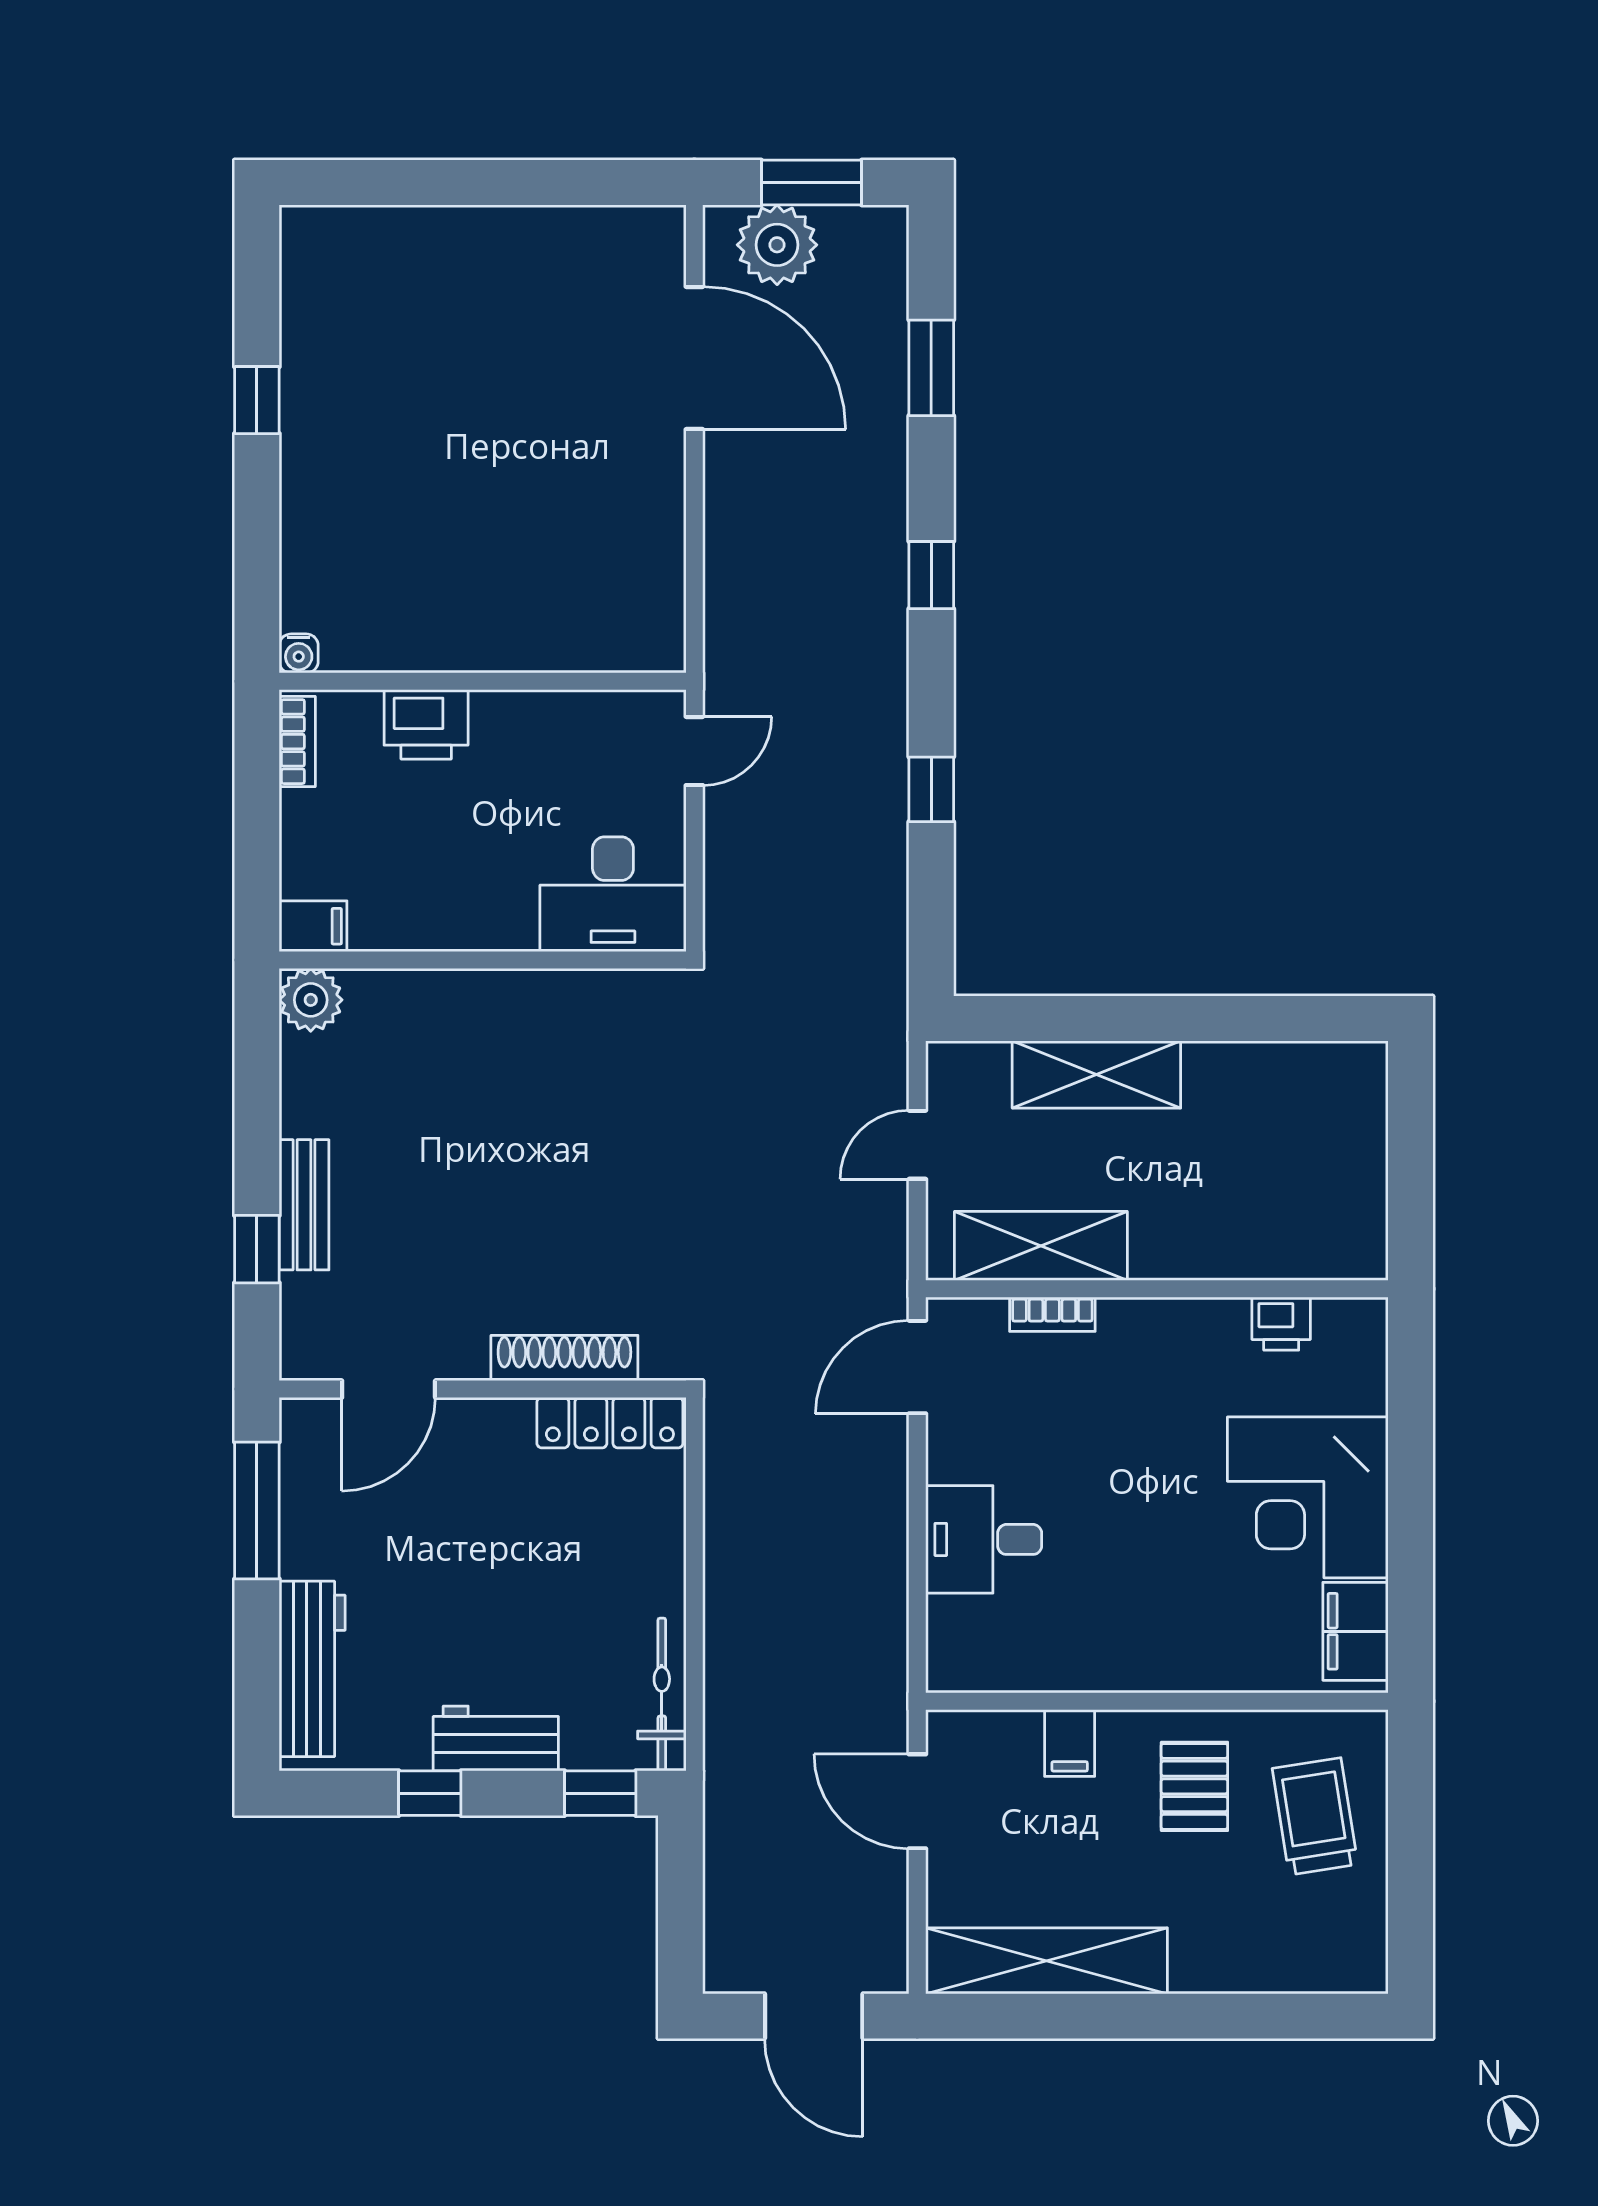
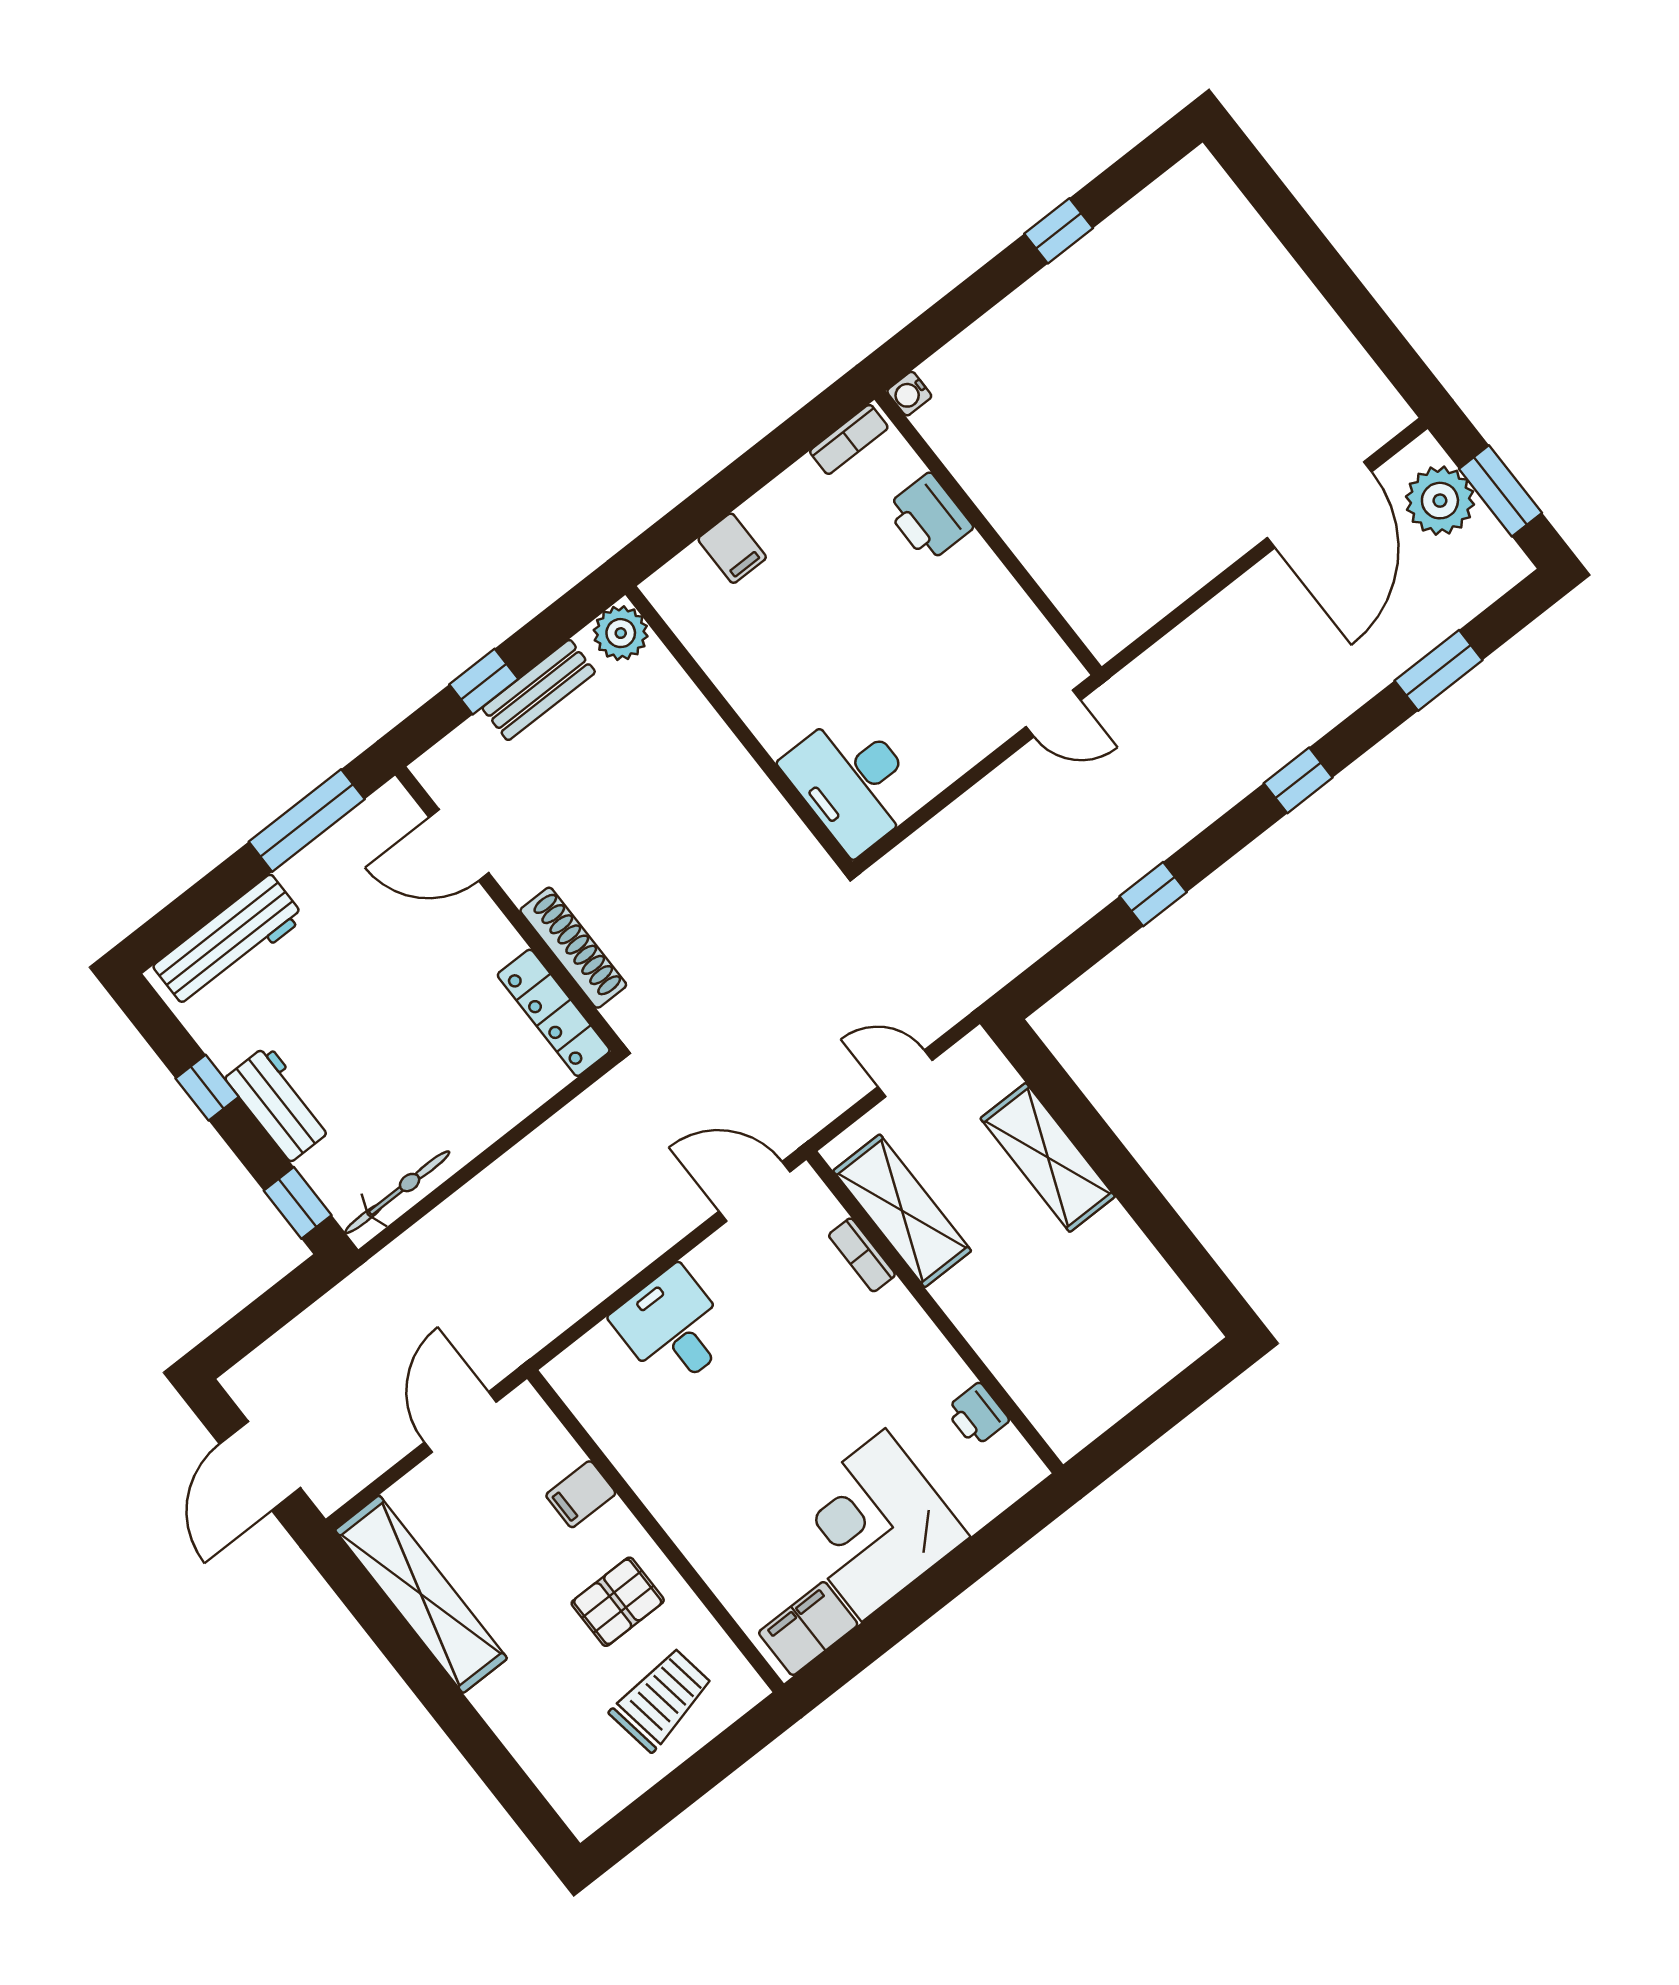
desk: (613, 894) -> (853, 782), moved
wall: (483, 960) -> (739, 728), moved
plant: (311, 1000) -> (621, 633), moved

